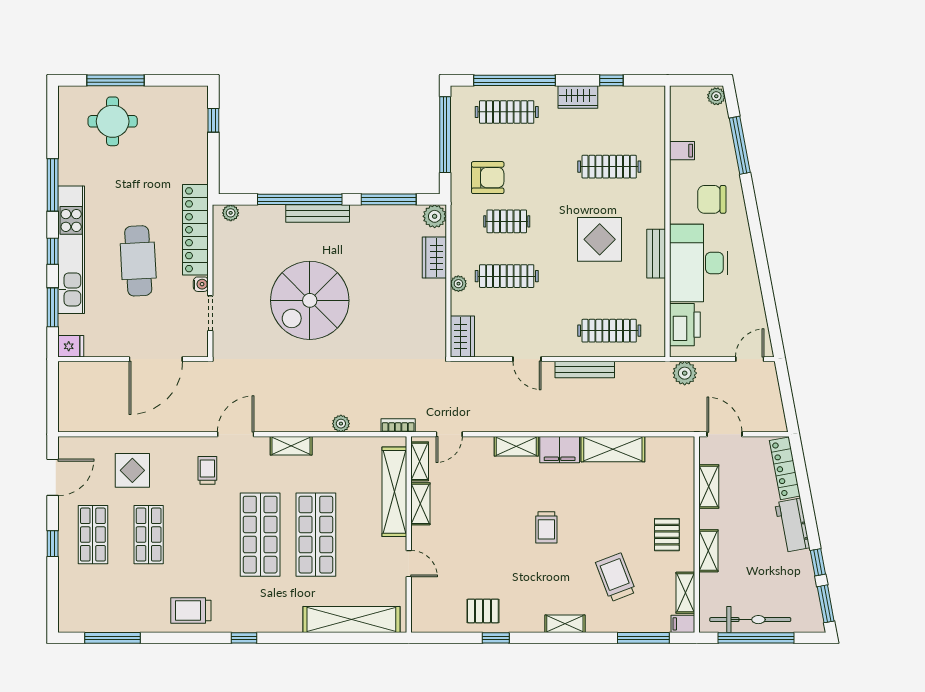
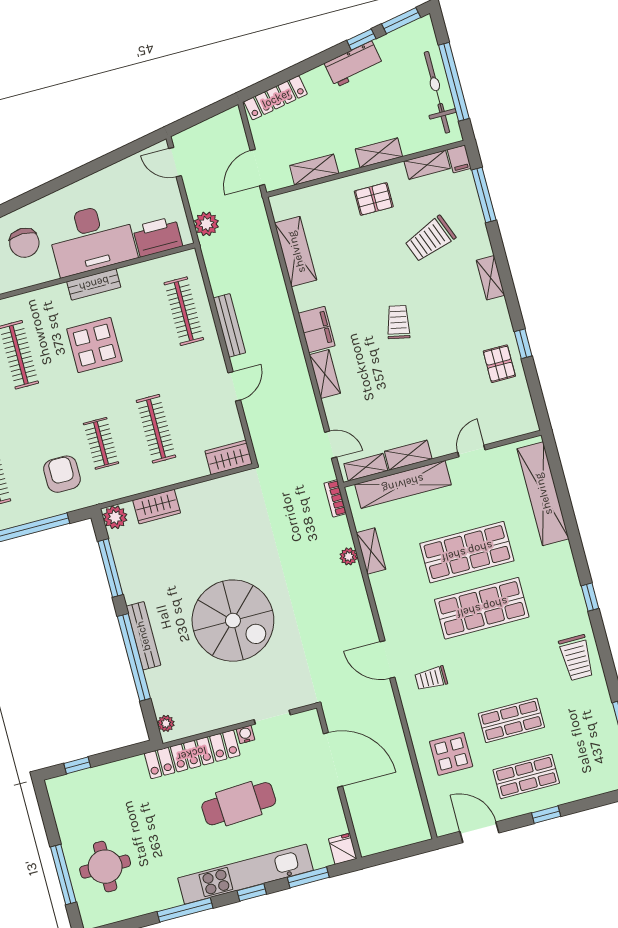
plant: (458, 284) -> (177, 475), removed
shelving: (291, 446) -> (371, 551), moved
shelving: (613, 449) -> (296, 252), moved
workbench: (792, 525) -> (354, 64), moved
trolley: (546, 527) -> (398, 322), turned -78

